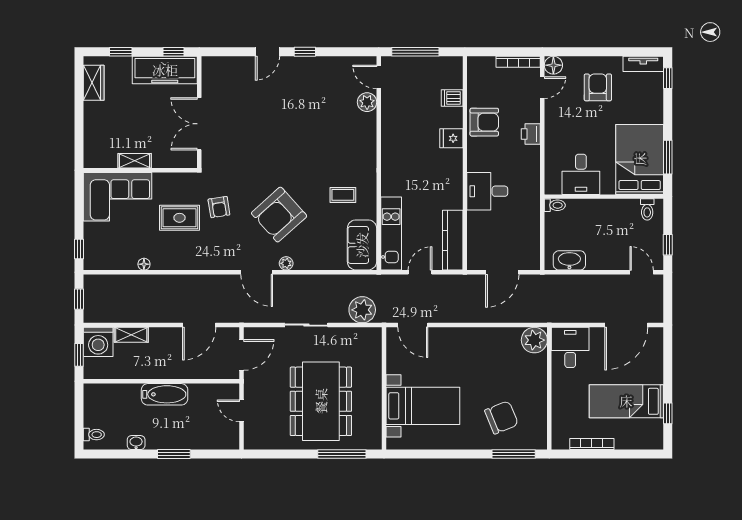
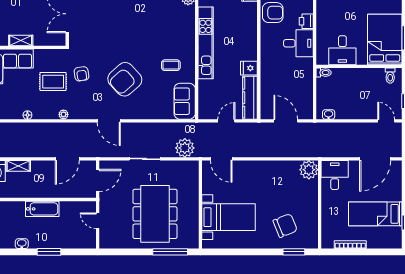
fridge: (451, 138) -> (249, 68), moved
desk: (487, 191) -> (298, 43), moved, turned 180
kitchen unit: (391, 233) -> (206, 43), moved, width x1.36
washbasin: (569, 260) -> (329, 114), width x0.52, depth x0.69
plant: (286, 263) -> (63, 114), moved
door: (502, 272) -> (286, 121), swing flipped
window: (514, 454) -> (294, 252), width x0.69

